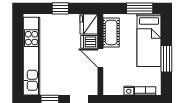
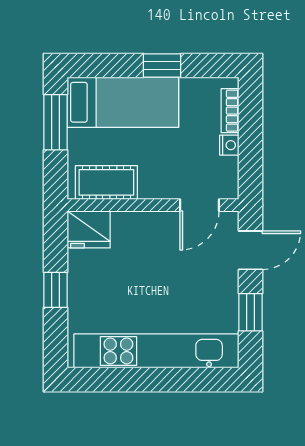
dishwasher: (89, 42) -> (126, 229), removed
door: (100, 58) -> (200, 205), moved
window: (166, 59) -> (162, 65), width x0.67

